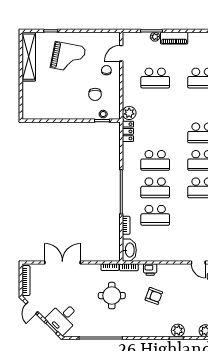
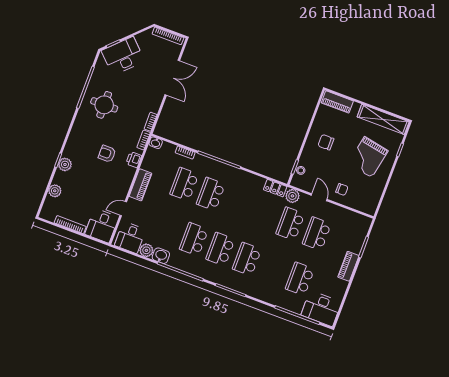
plant: (155, 37) -> (357, 248), removed
door: (121, 53) -> (319, 197), moved
chair: (95, 94) -> (326, 142), moved
piano: (28, 104) -> (337, 102), added
school desk: (155, 160) -> (290, 224), moved
washbasin: (129, 250) -> (156, 143), width x0.52, depth x0.69
piano: (171, 255) -> (141, 185), added
round table: (112, 296) -> (104, 105), moved
armchair: (154, 296) -> (107, 154), turned 70
door: (32, 308) -> (139, 32), removed
desk: (63, 318) -> (123, 56), width x1.37

